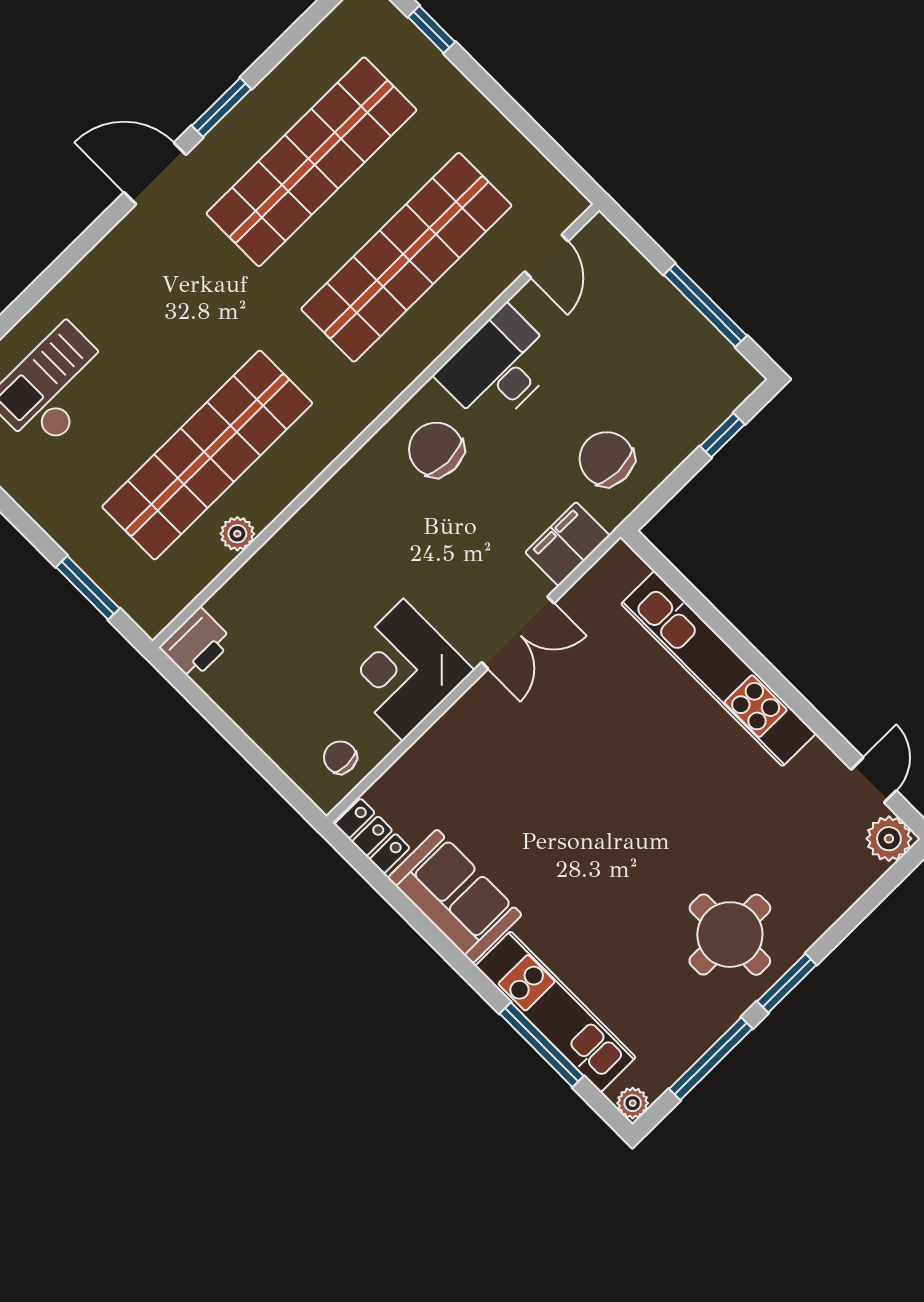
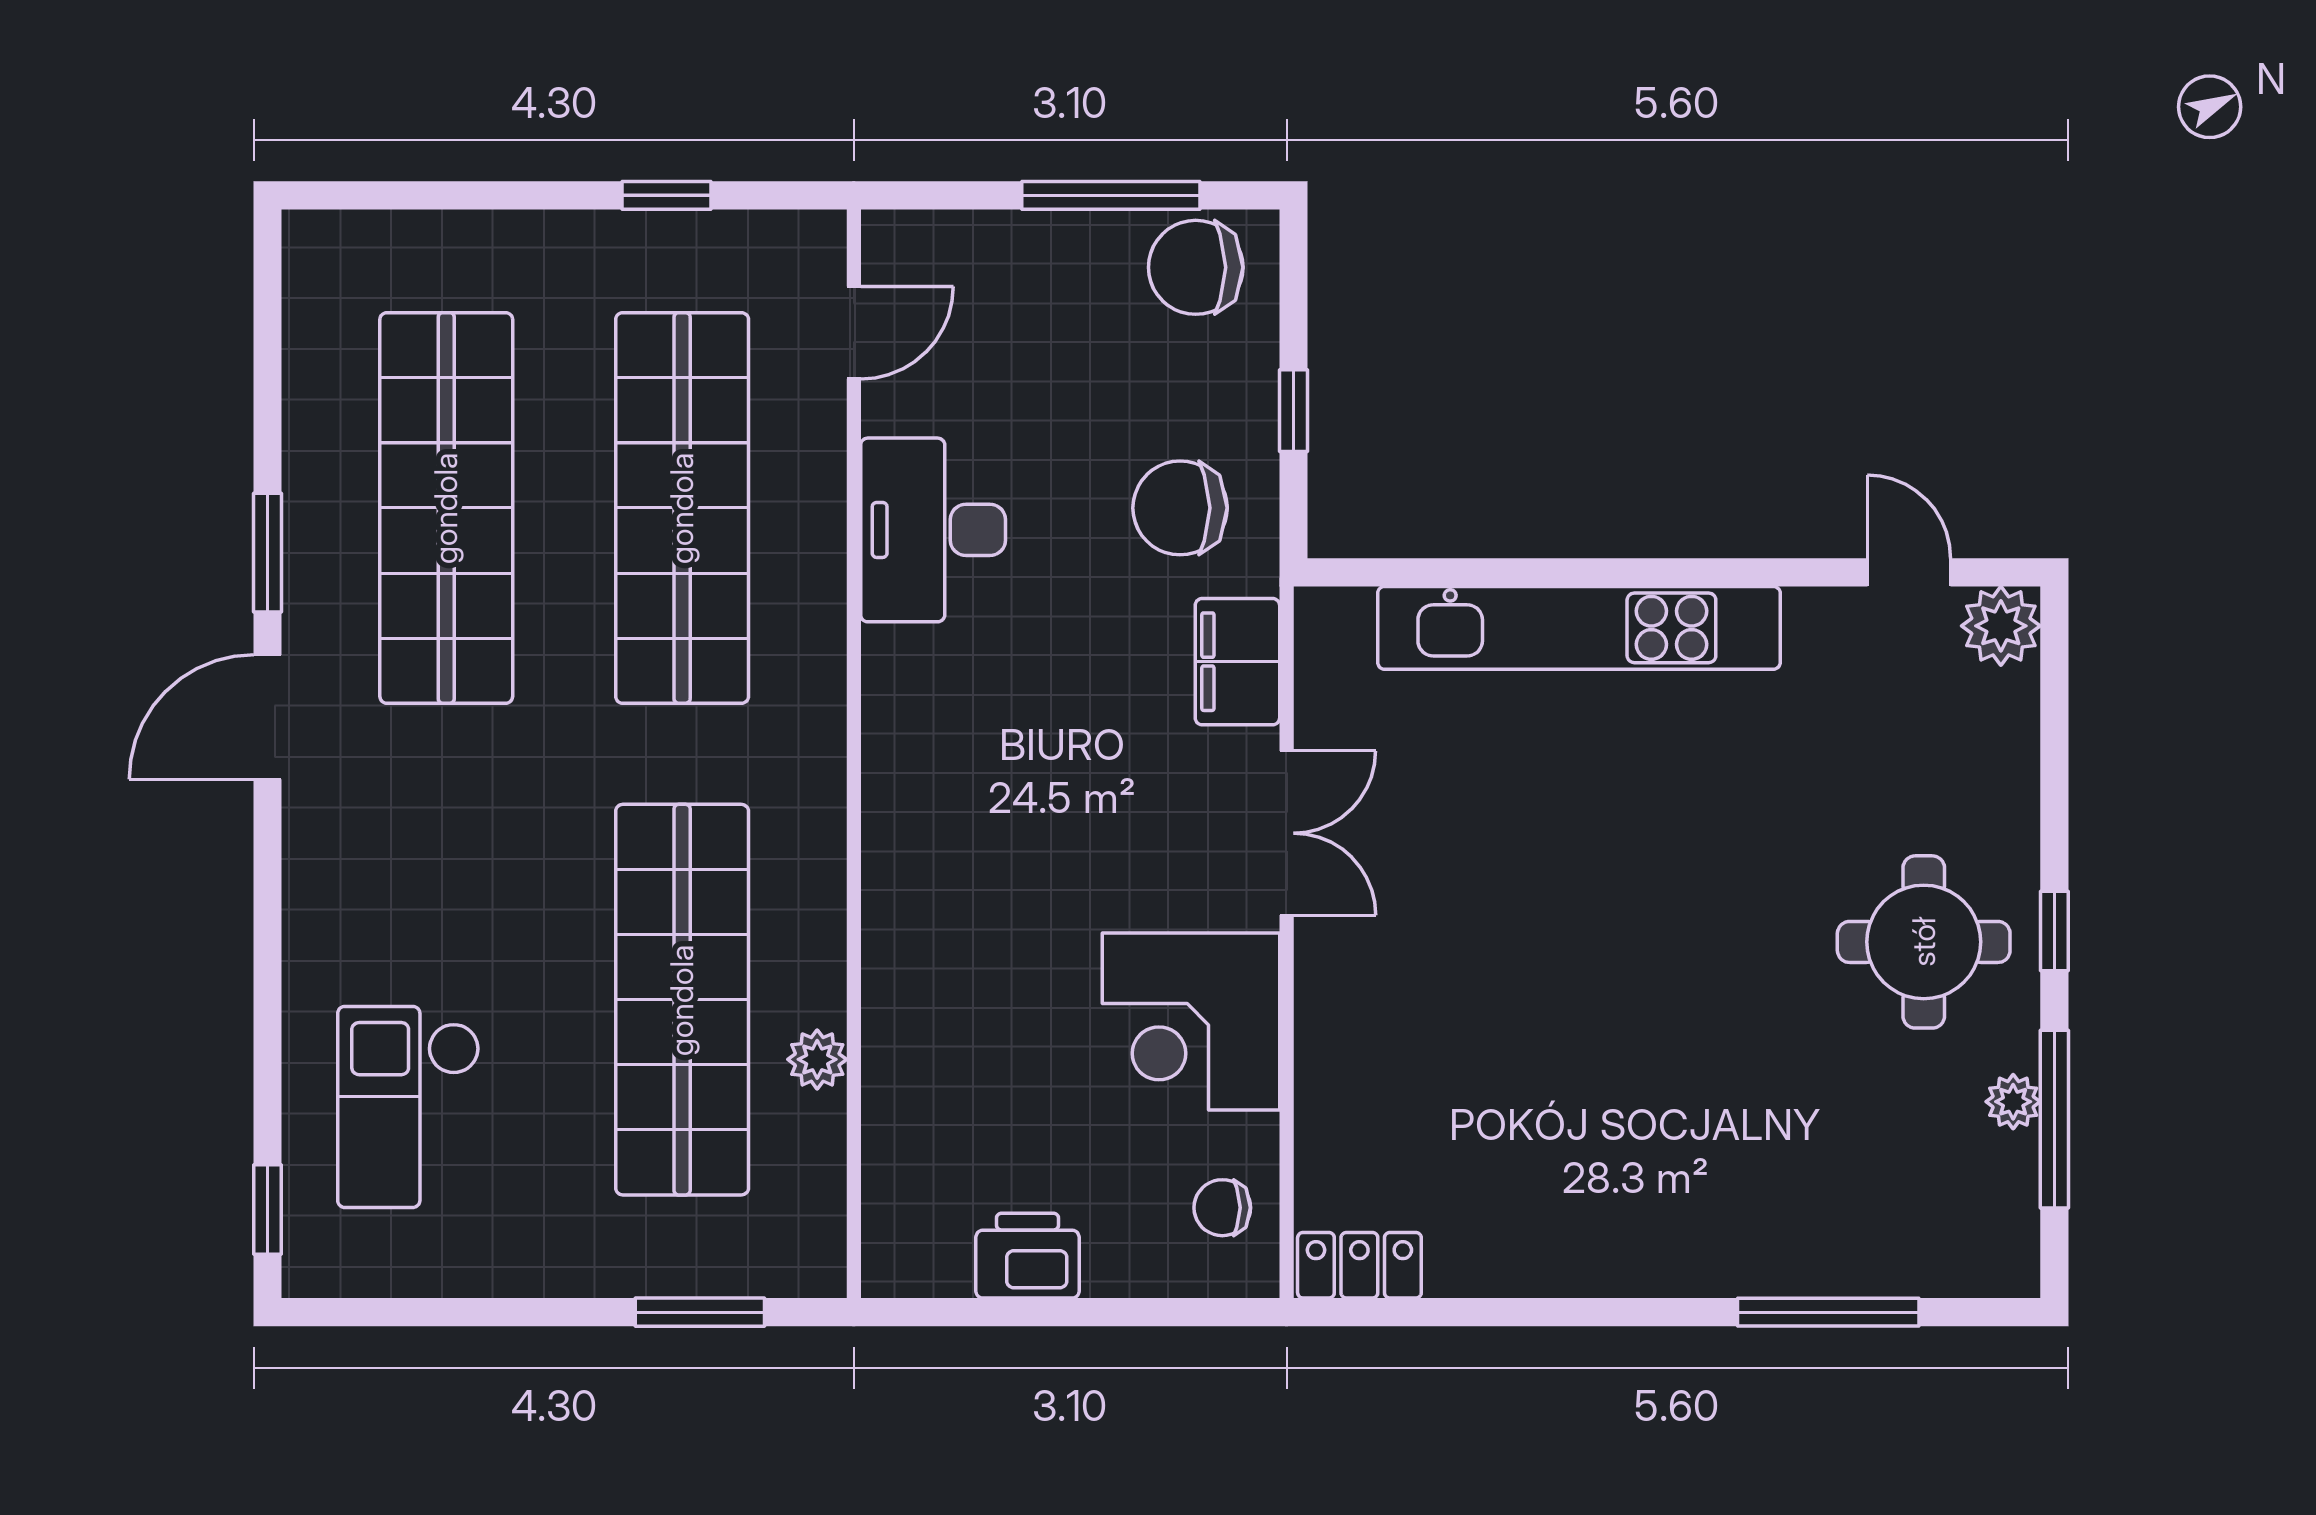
window: (432, 29) -> (667, 195), moved
door: (546, 256) -> (854, 333), hinge flipped
window: (722, 435) -> (1294, 411), moved
chair: (436, 450) -> (1196, 267), moved
printer: (196, 644) -> (1027, 1256), moved, turned -90
sofa: (455, 896) -> (1536, 1237), removed
window: (787, 983) -> (2054, 931), width x0.67
kitchen unit: (555, 1012) -> (1804, 1254), removed
plant: (633, 1103) -> (2013, 1102), moved

